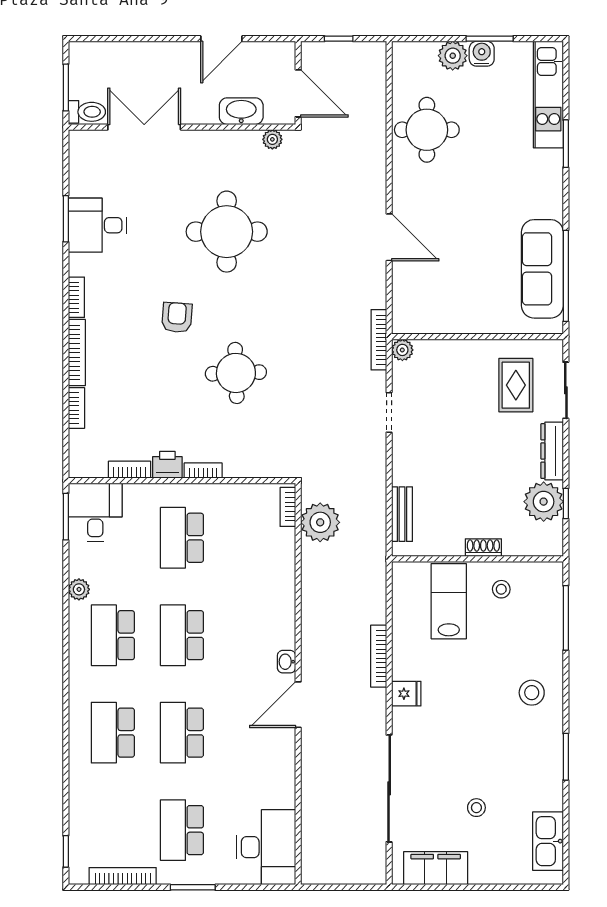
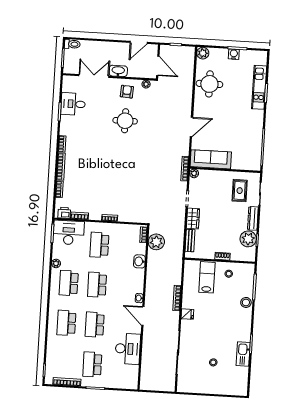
door: (221, 39) -> (139, 42), moved
plant: (453, 56) -> (203, 53), moved
kitchen unit: (548, 94) -> (259, 87), moved
washbasin: (241, 111) -> (118, 71), moved
toilet: (87, 112) -> (72, 44), moved
desk: (97, 225) -> (73, 104), moved
round table: (227, 232) -> (125, 121), width x0.73, depth x0.73
door: (389, 237) -> (191, 127), hinge flipped
sofa: (542, 269) -> (211, 159), moved, turned 90
armchair: (177, 317) -> (127, 92), moved
round table: (236, 373) -> (125, 179), removed
wardrobe: (406, 460) -> (193, 218), added
printer: (167, 465) -> (64, 213), moved
desk: (95, 512) -> (69, 233), width x1.37
washbasin: (282, 572) -> (139, 261), added
stool: (532, 693) -> (246, 302), moved
door: (298, 705) -> (143, 316), hinge flipped
kitchen sink: (548, 841) -> (243, 354), moved
desk: (266, 847) -> (128, 349), moved
filing cabinet: (436, 868) -> (195, 386), removed

